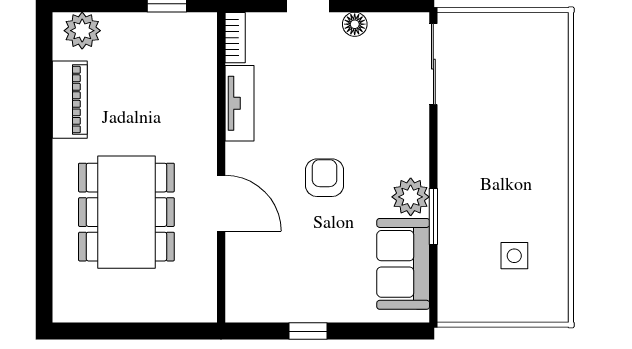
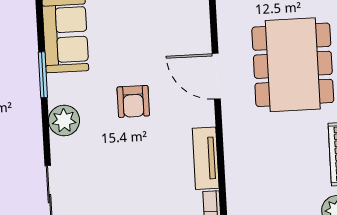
plant: (411, 197) -> (64, 120), moved

